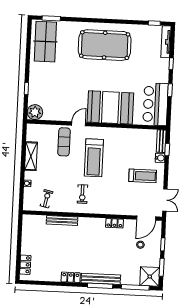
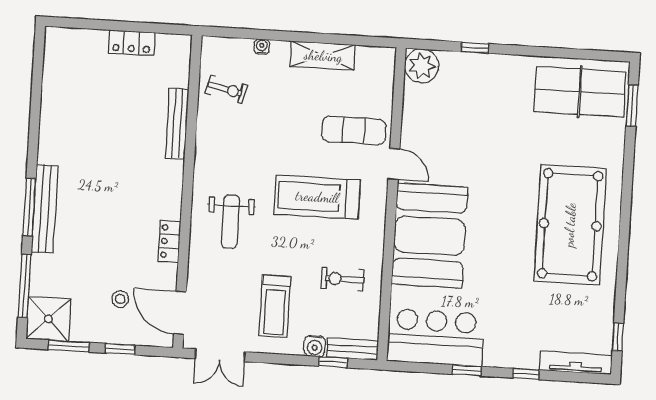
exercise bike: (82, 194) -> (343, 279), moved
weight bench: (105, 196) -> (230, 222), added
locker: (25, 265) -> (132, 43), moved
locker: (71, 277) -> (49, 141), removed

